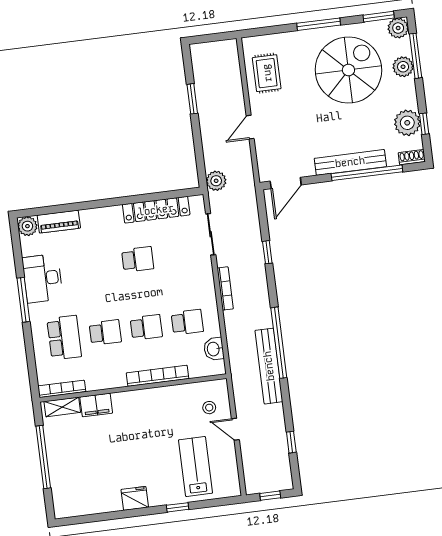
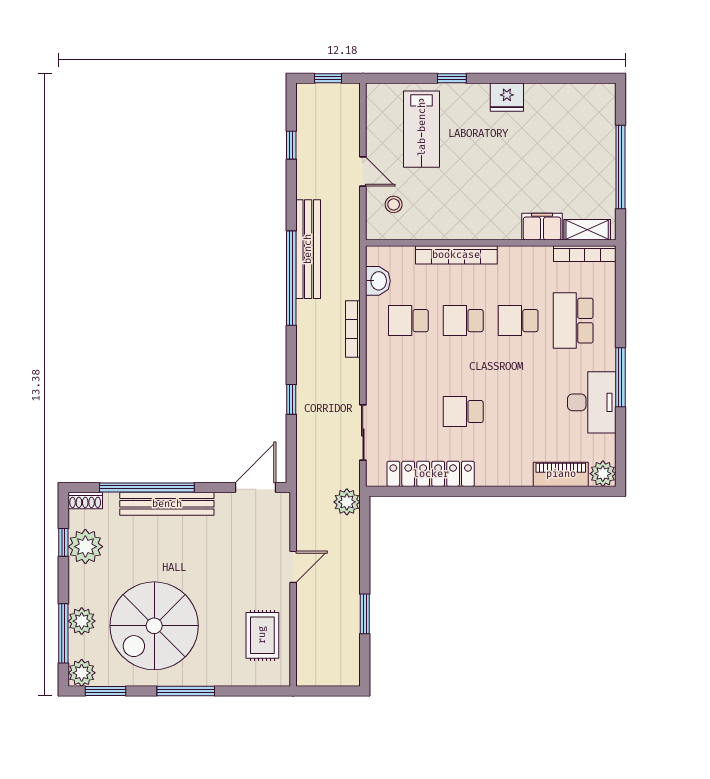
bookcase: (225, 288) -> (353, 329), moved

